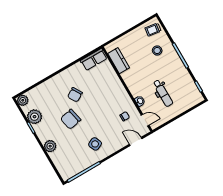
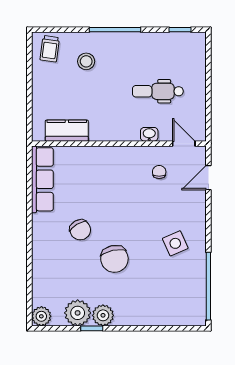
row of seats: (94, 59) -> (42, 179), width x1.48
dental chair: (163, 93) -> (158, 91), turned 180
door: (145, 120) -> (184, 144), hinge flipped
plant: (50, 146) -> (103, 315), moved

